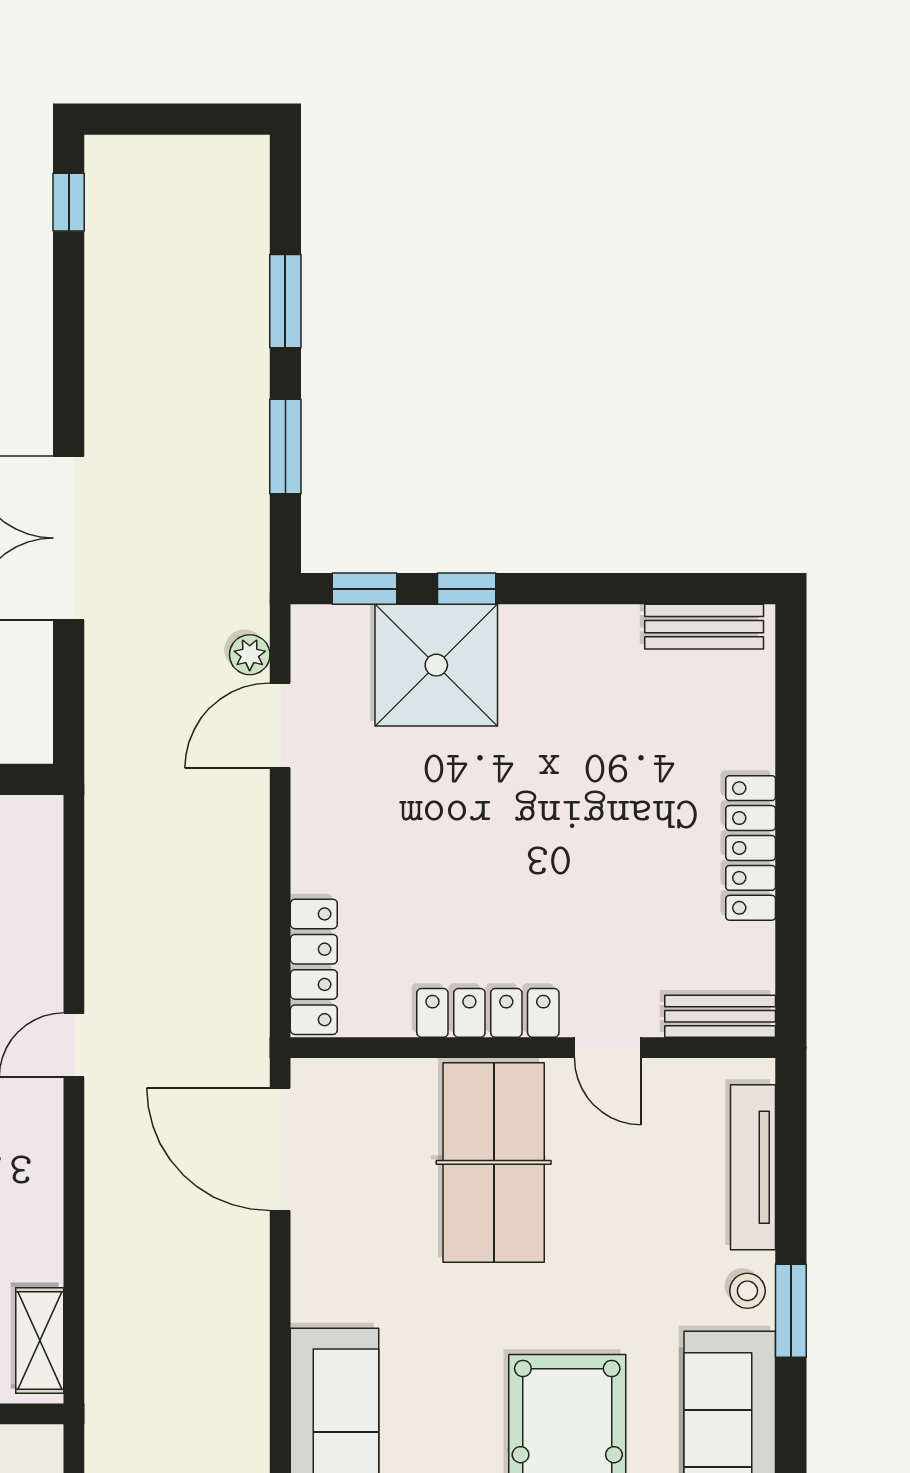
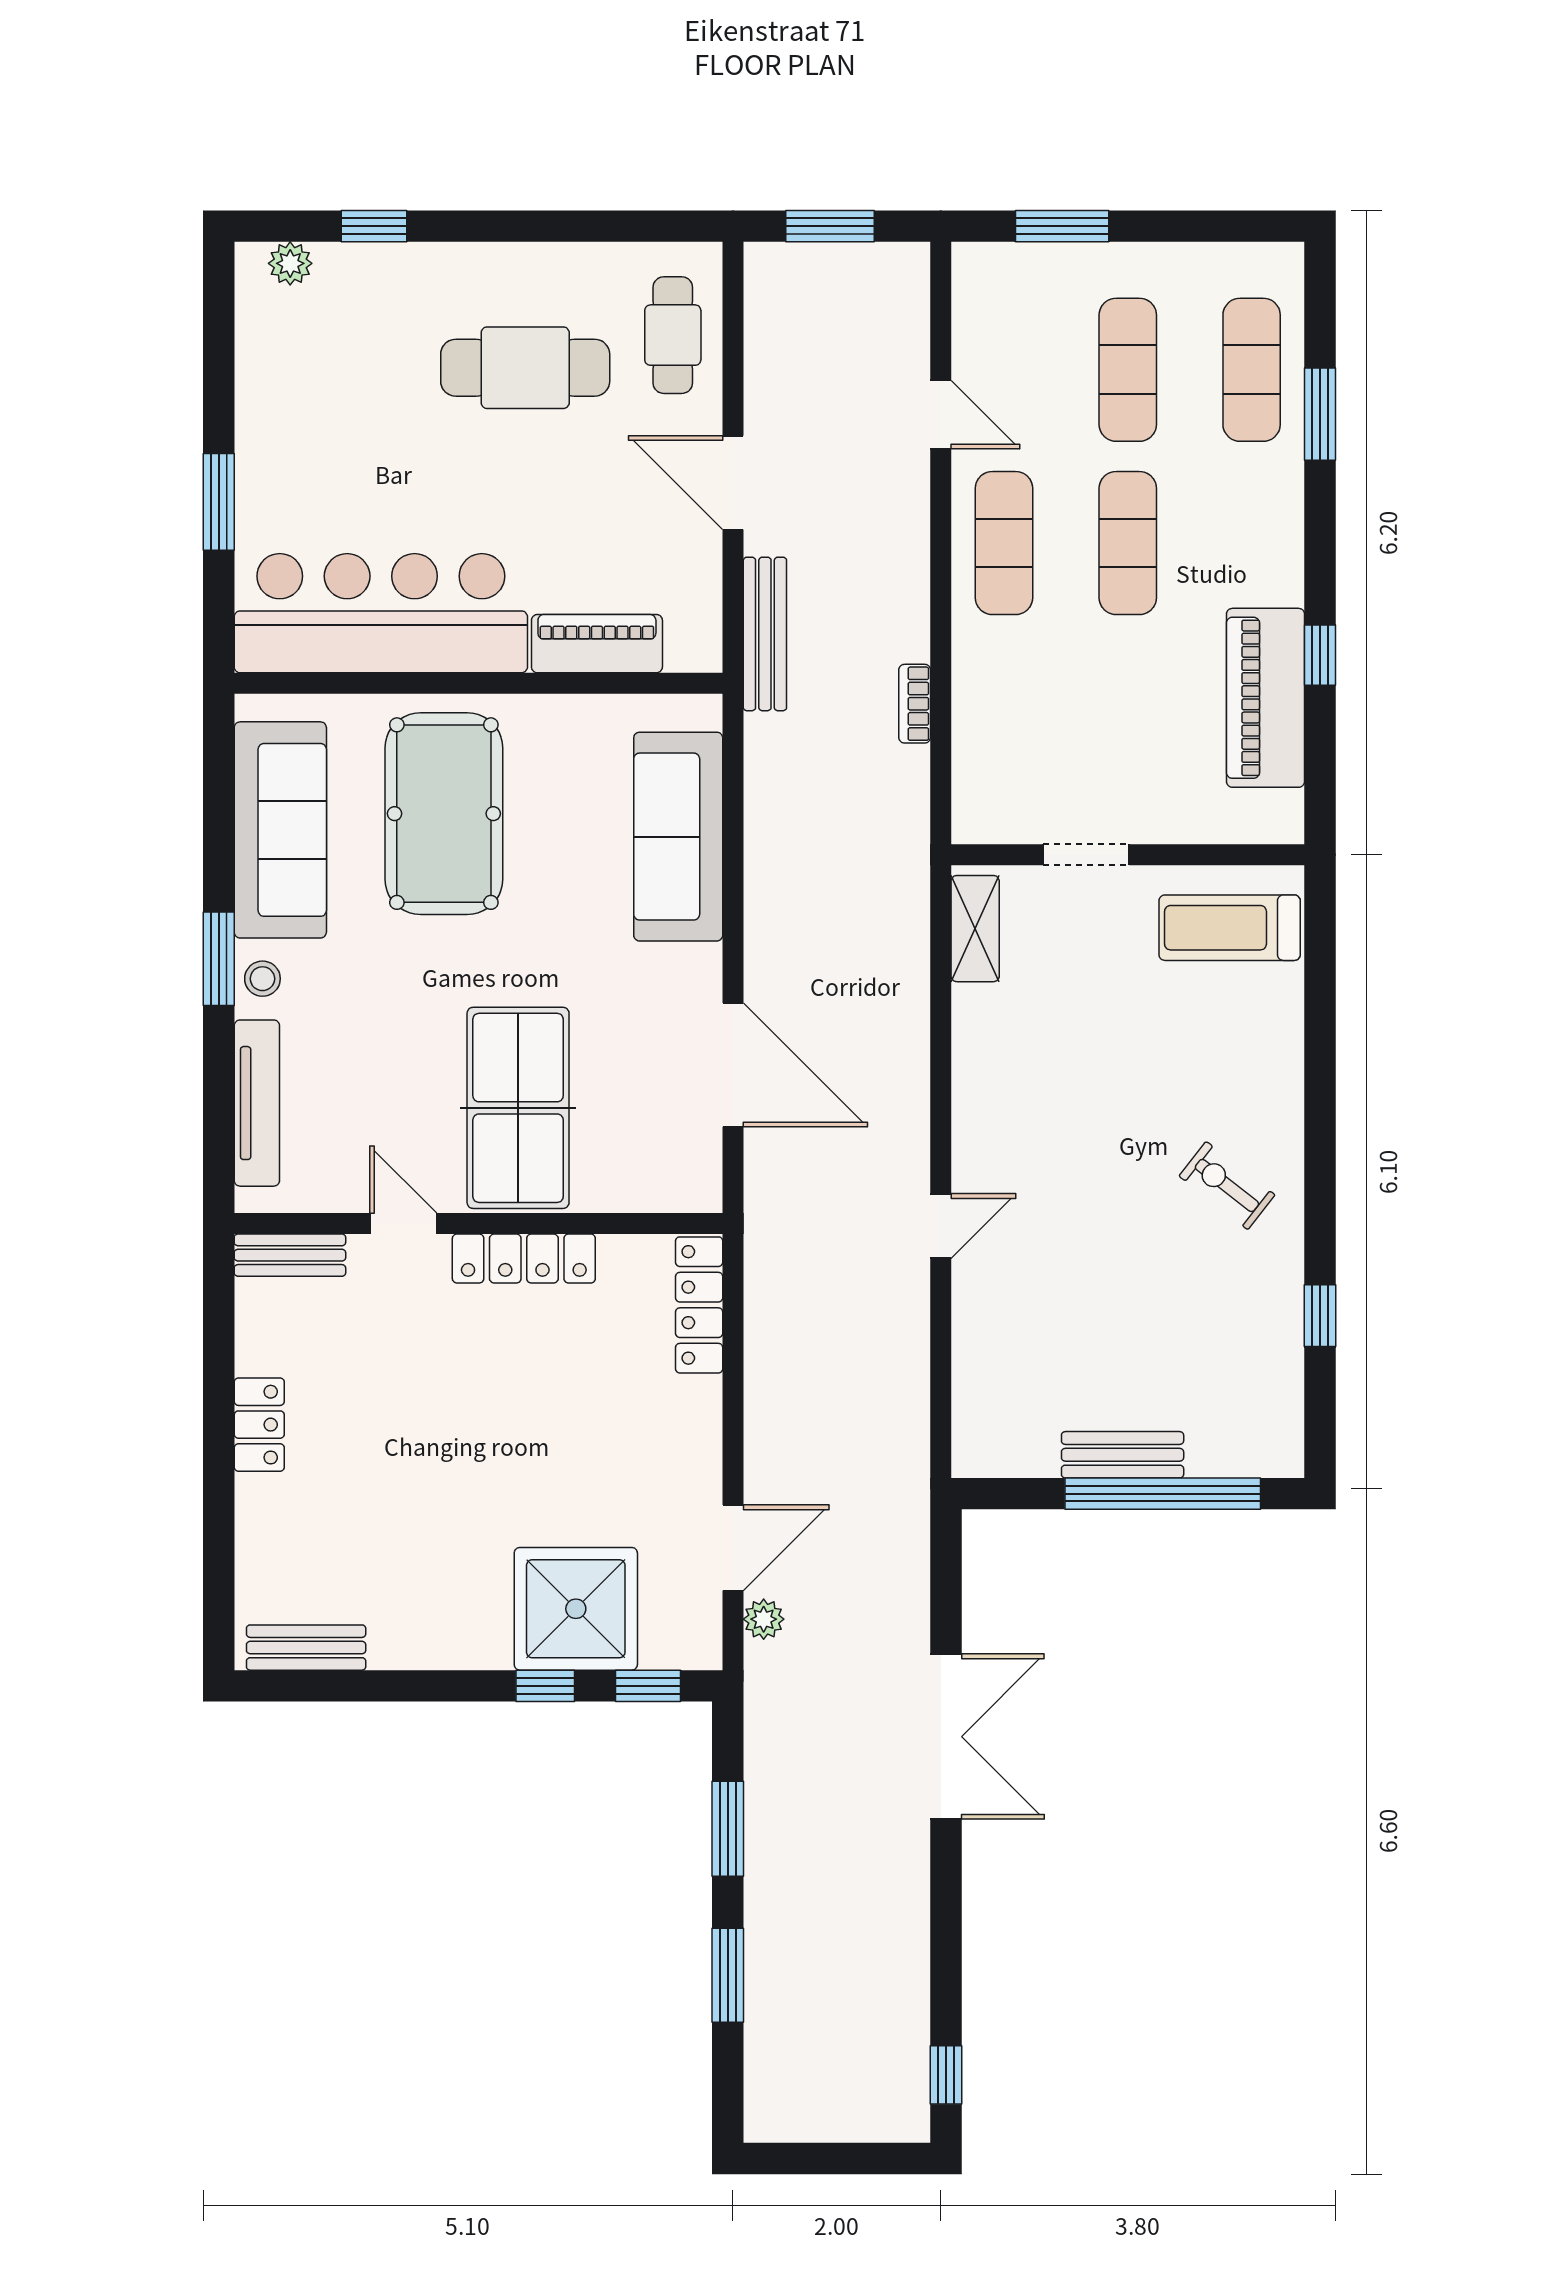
locker: (751, 848) -> (259, 1425), width x0.66
door: (280, 1149) -> (733, 1065), moved

